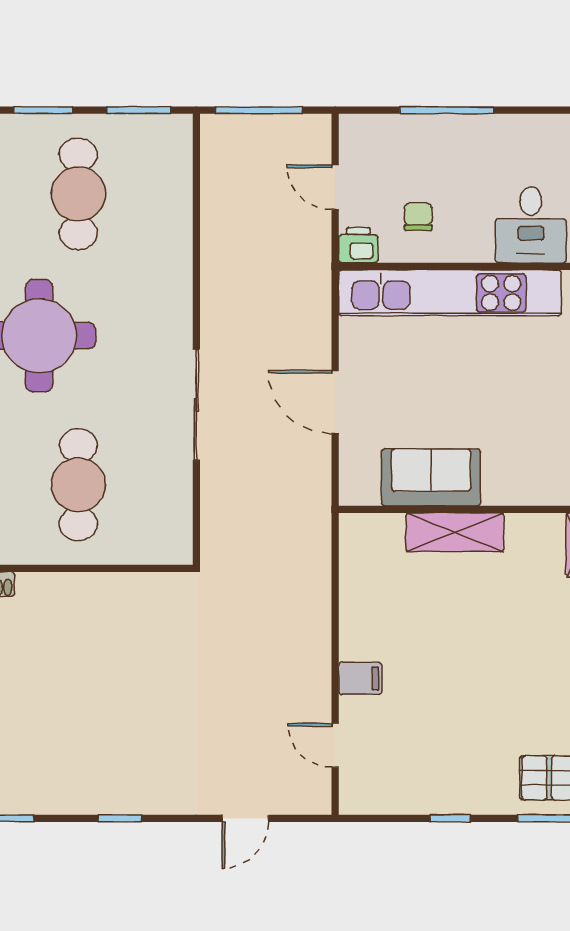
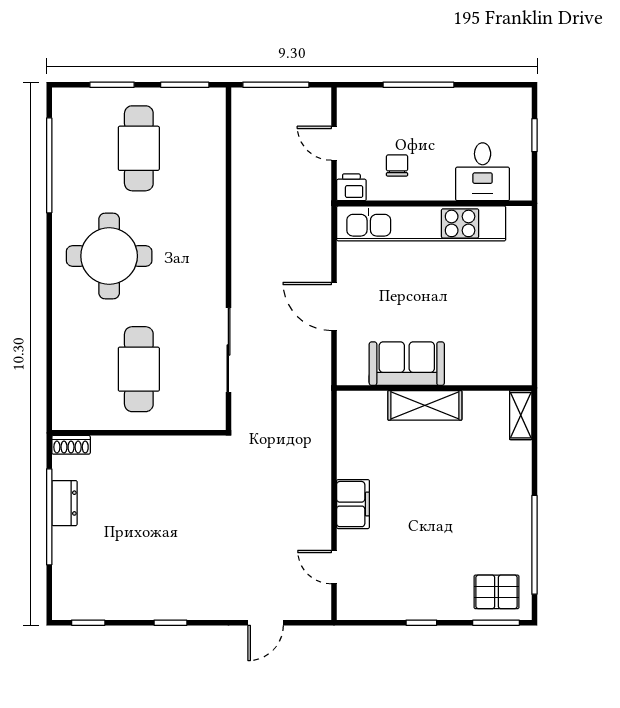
sliding door: (196, 405) -> (228, 350), moved
filing cabinet: (360, 678) -> (353, 504), width x2.00

